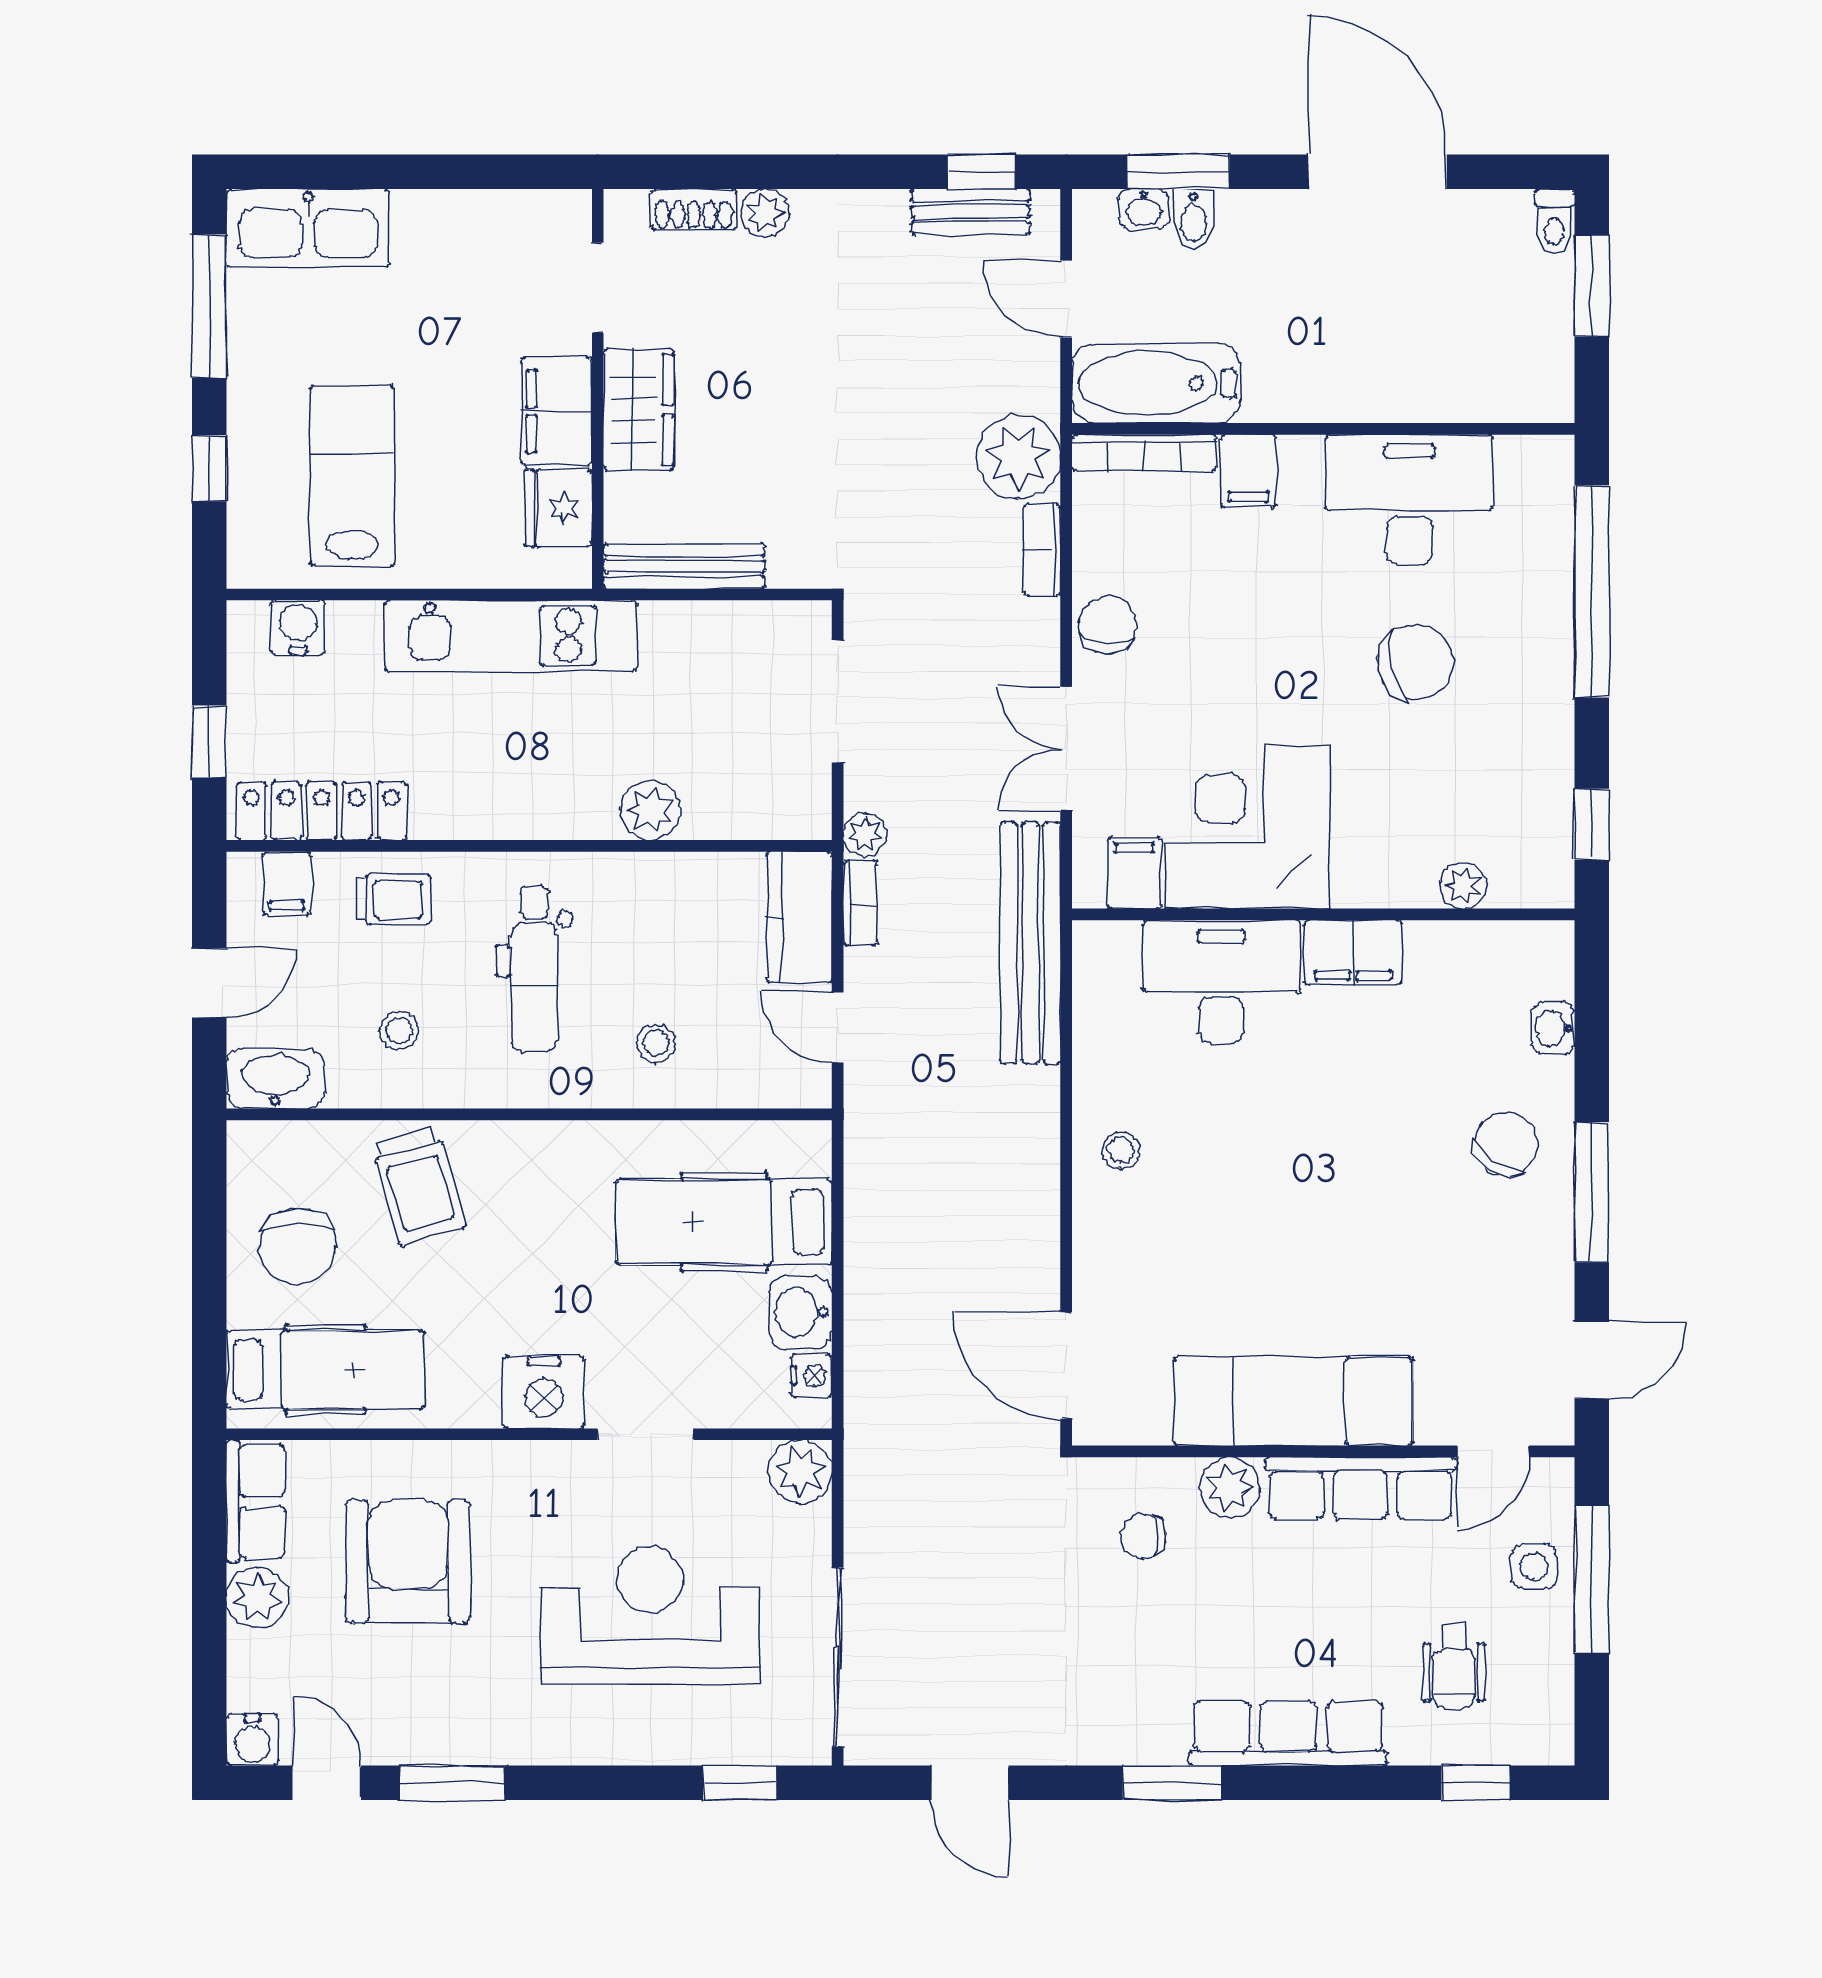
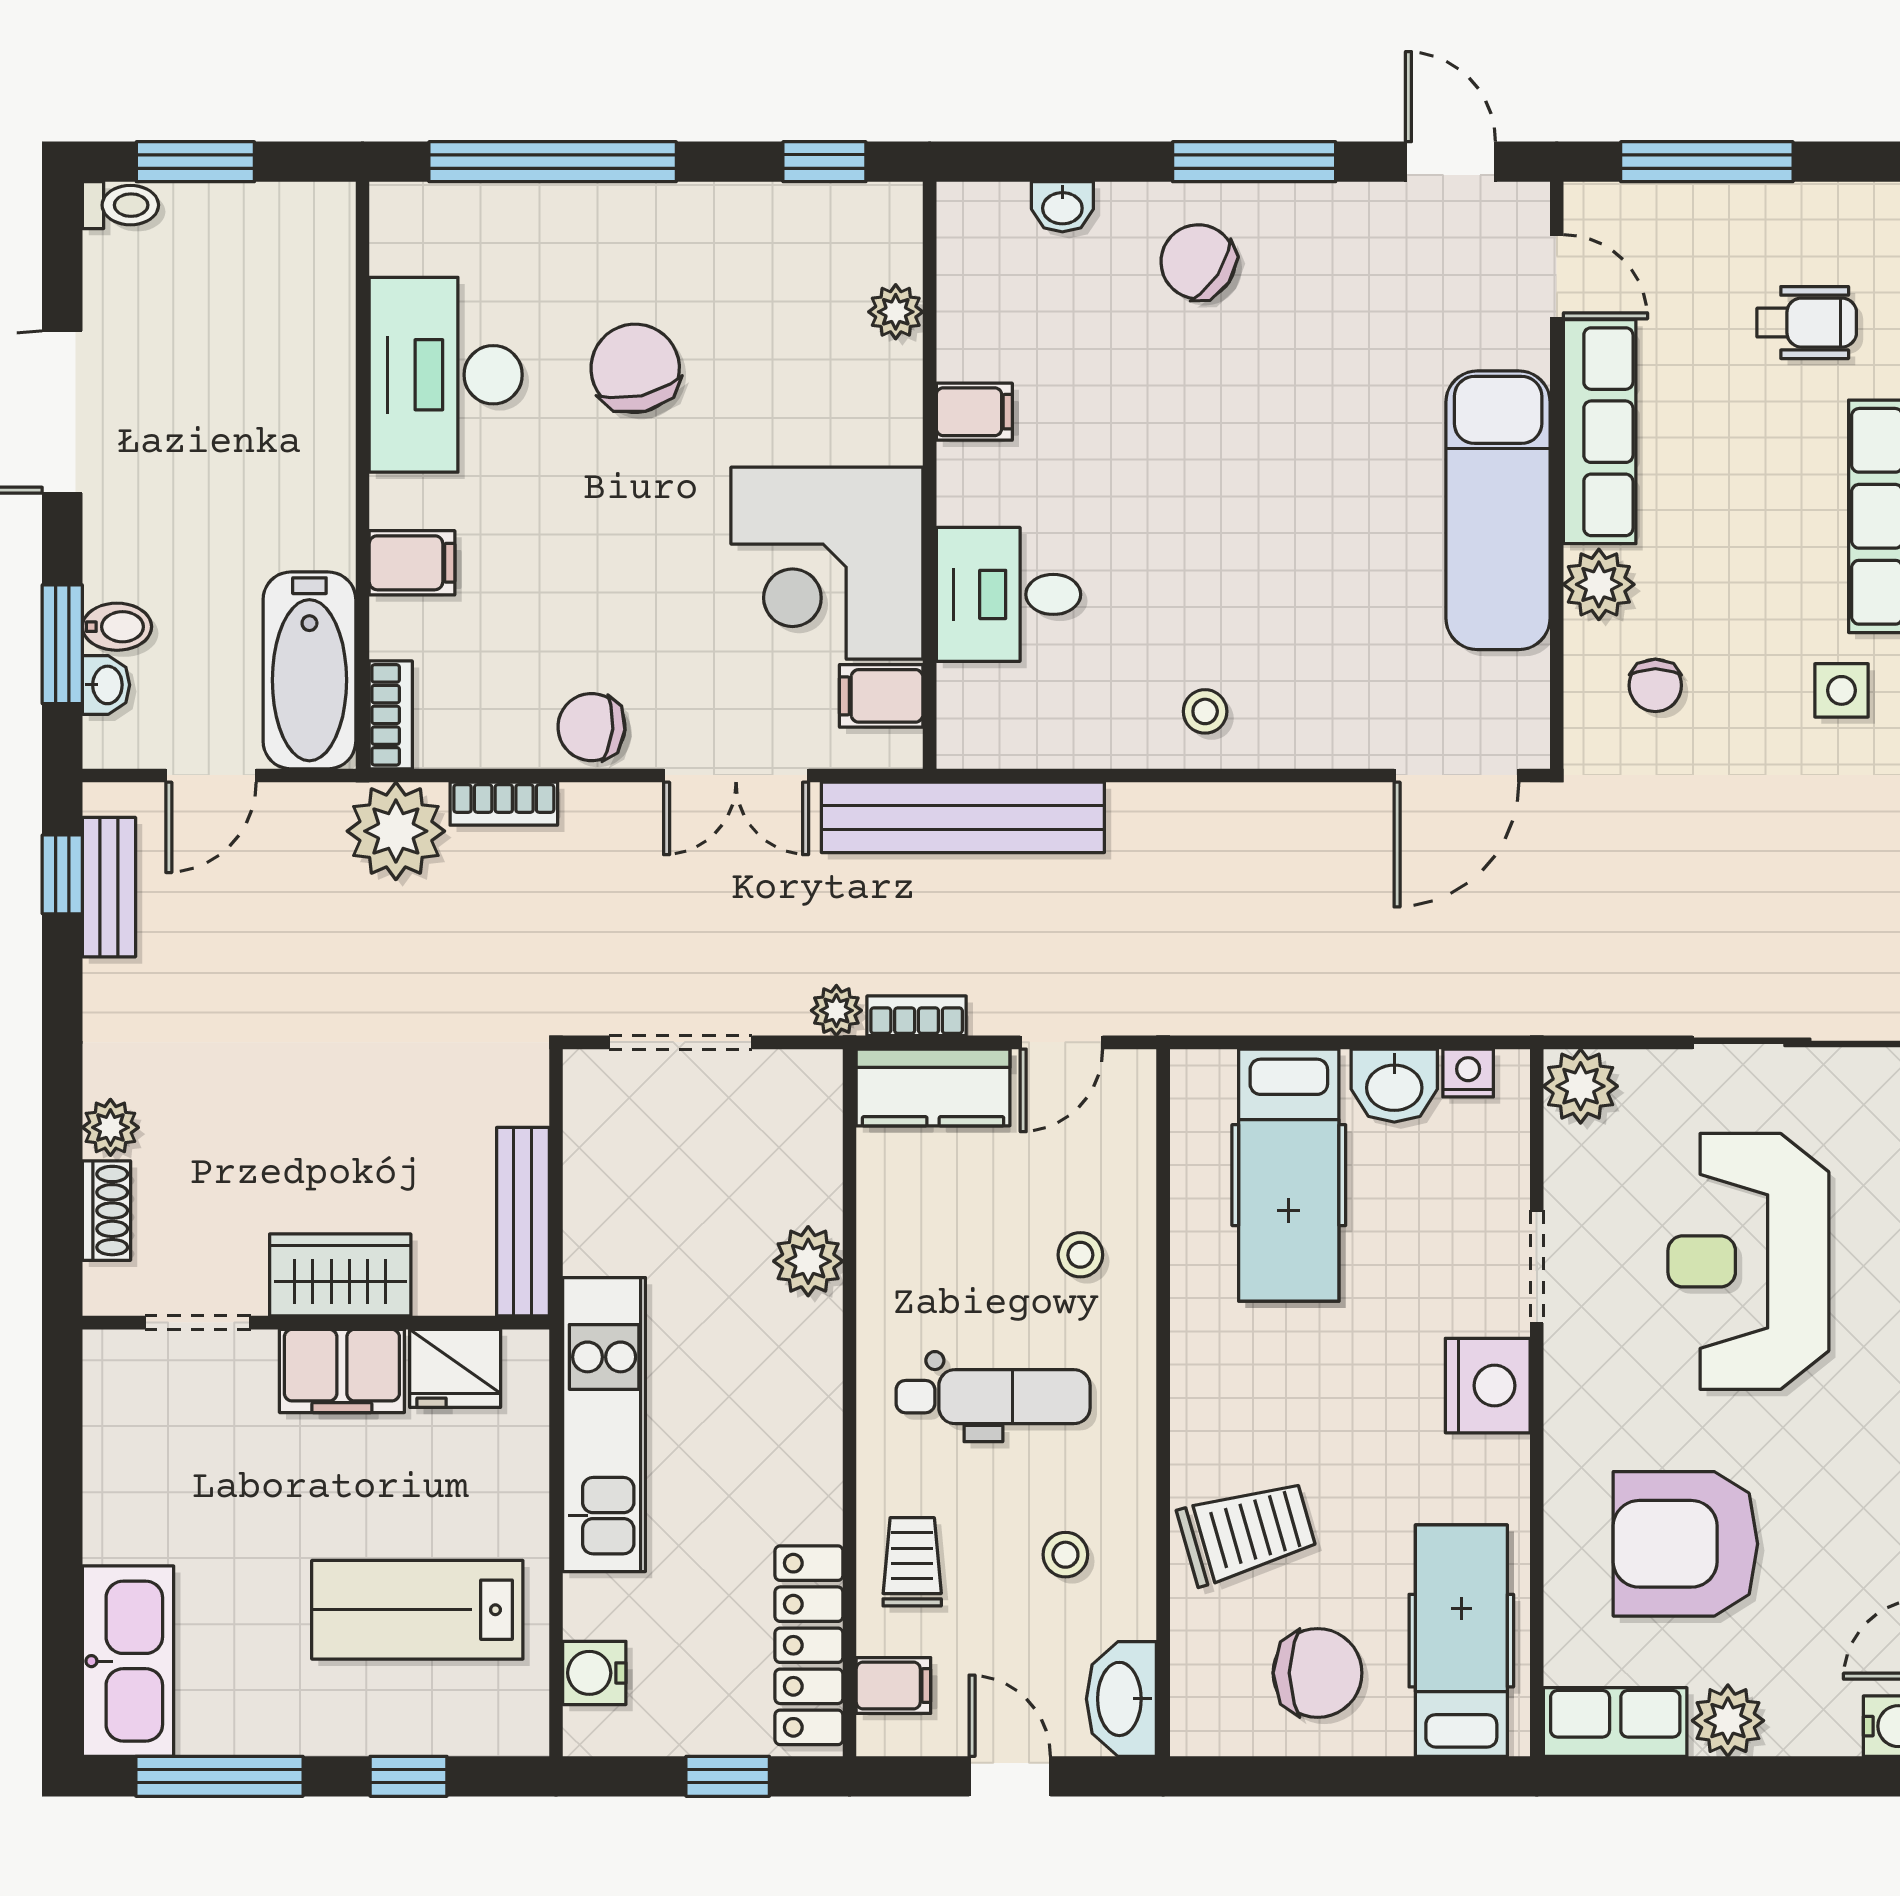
bookcase: (1144, 453) -> (391, 715), width x0.64
filing cabinet: (1353, 953) -> (974, 412), width x0.50
desk: (1221, 982) -> (1009, 594), width x0.73
side table: (1534, 1567) -> (1841, 690), moved

